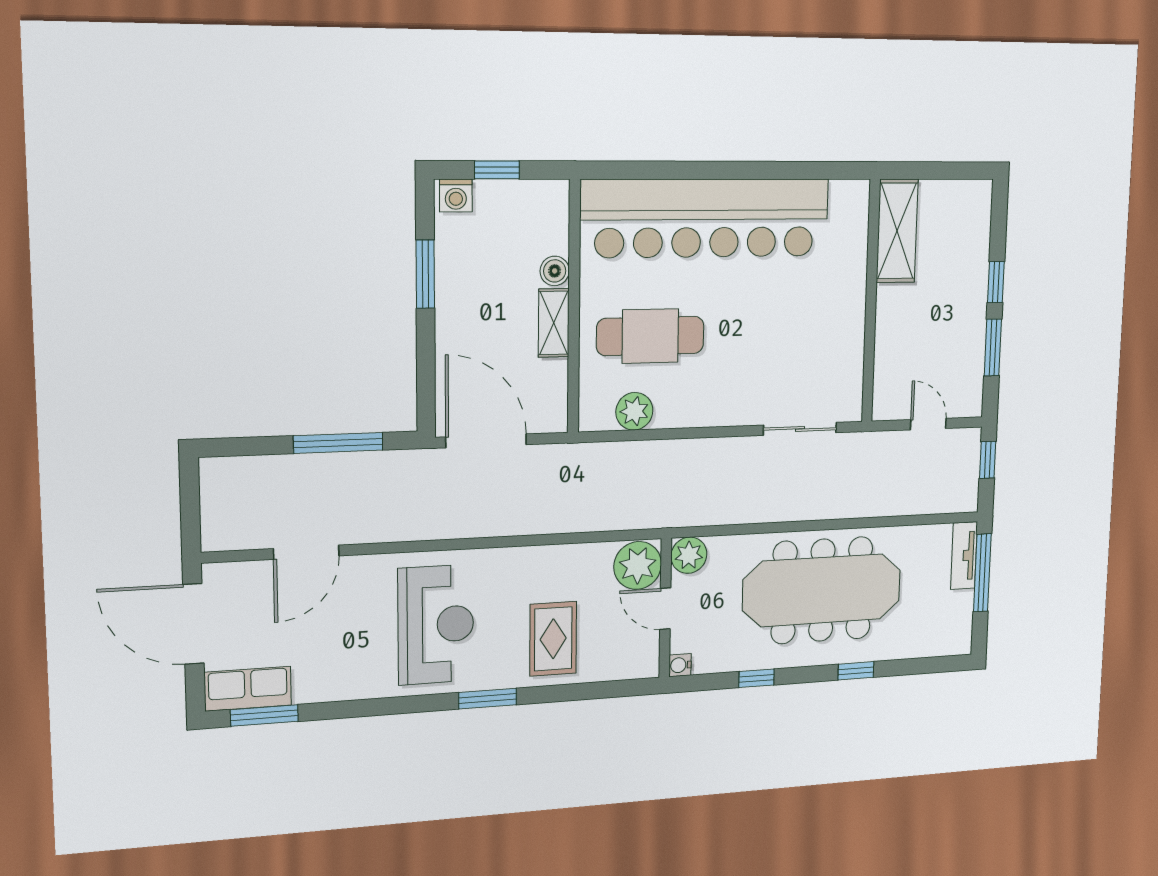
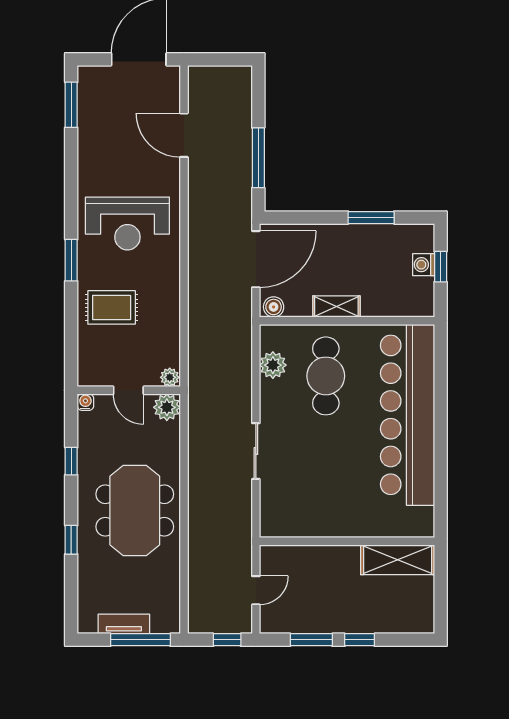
washing machine: (456, 195) -> (424, 265), moved
boiler: (555, 271) -> (274, 307), moved
sliding door: (800, 429) -> (256, 451), moved
tv unit: (964, 556) -> (124, 624), moved
plant: (638, 565) -> (170, 377), width x0.53, depth x0.53
meeting table: (822, 590) -> (135, 510), width x0.73
door: (665, 609) -> (128, 390), swing flipped
row of seats: (248, 689) -> (91, 94), removed

